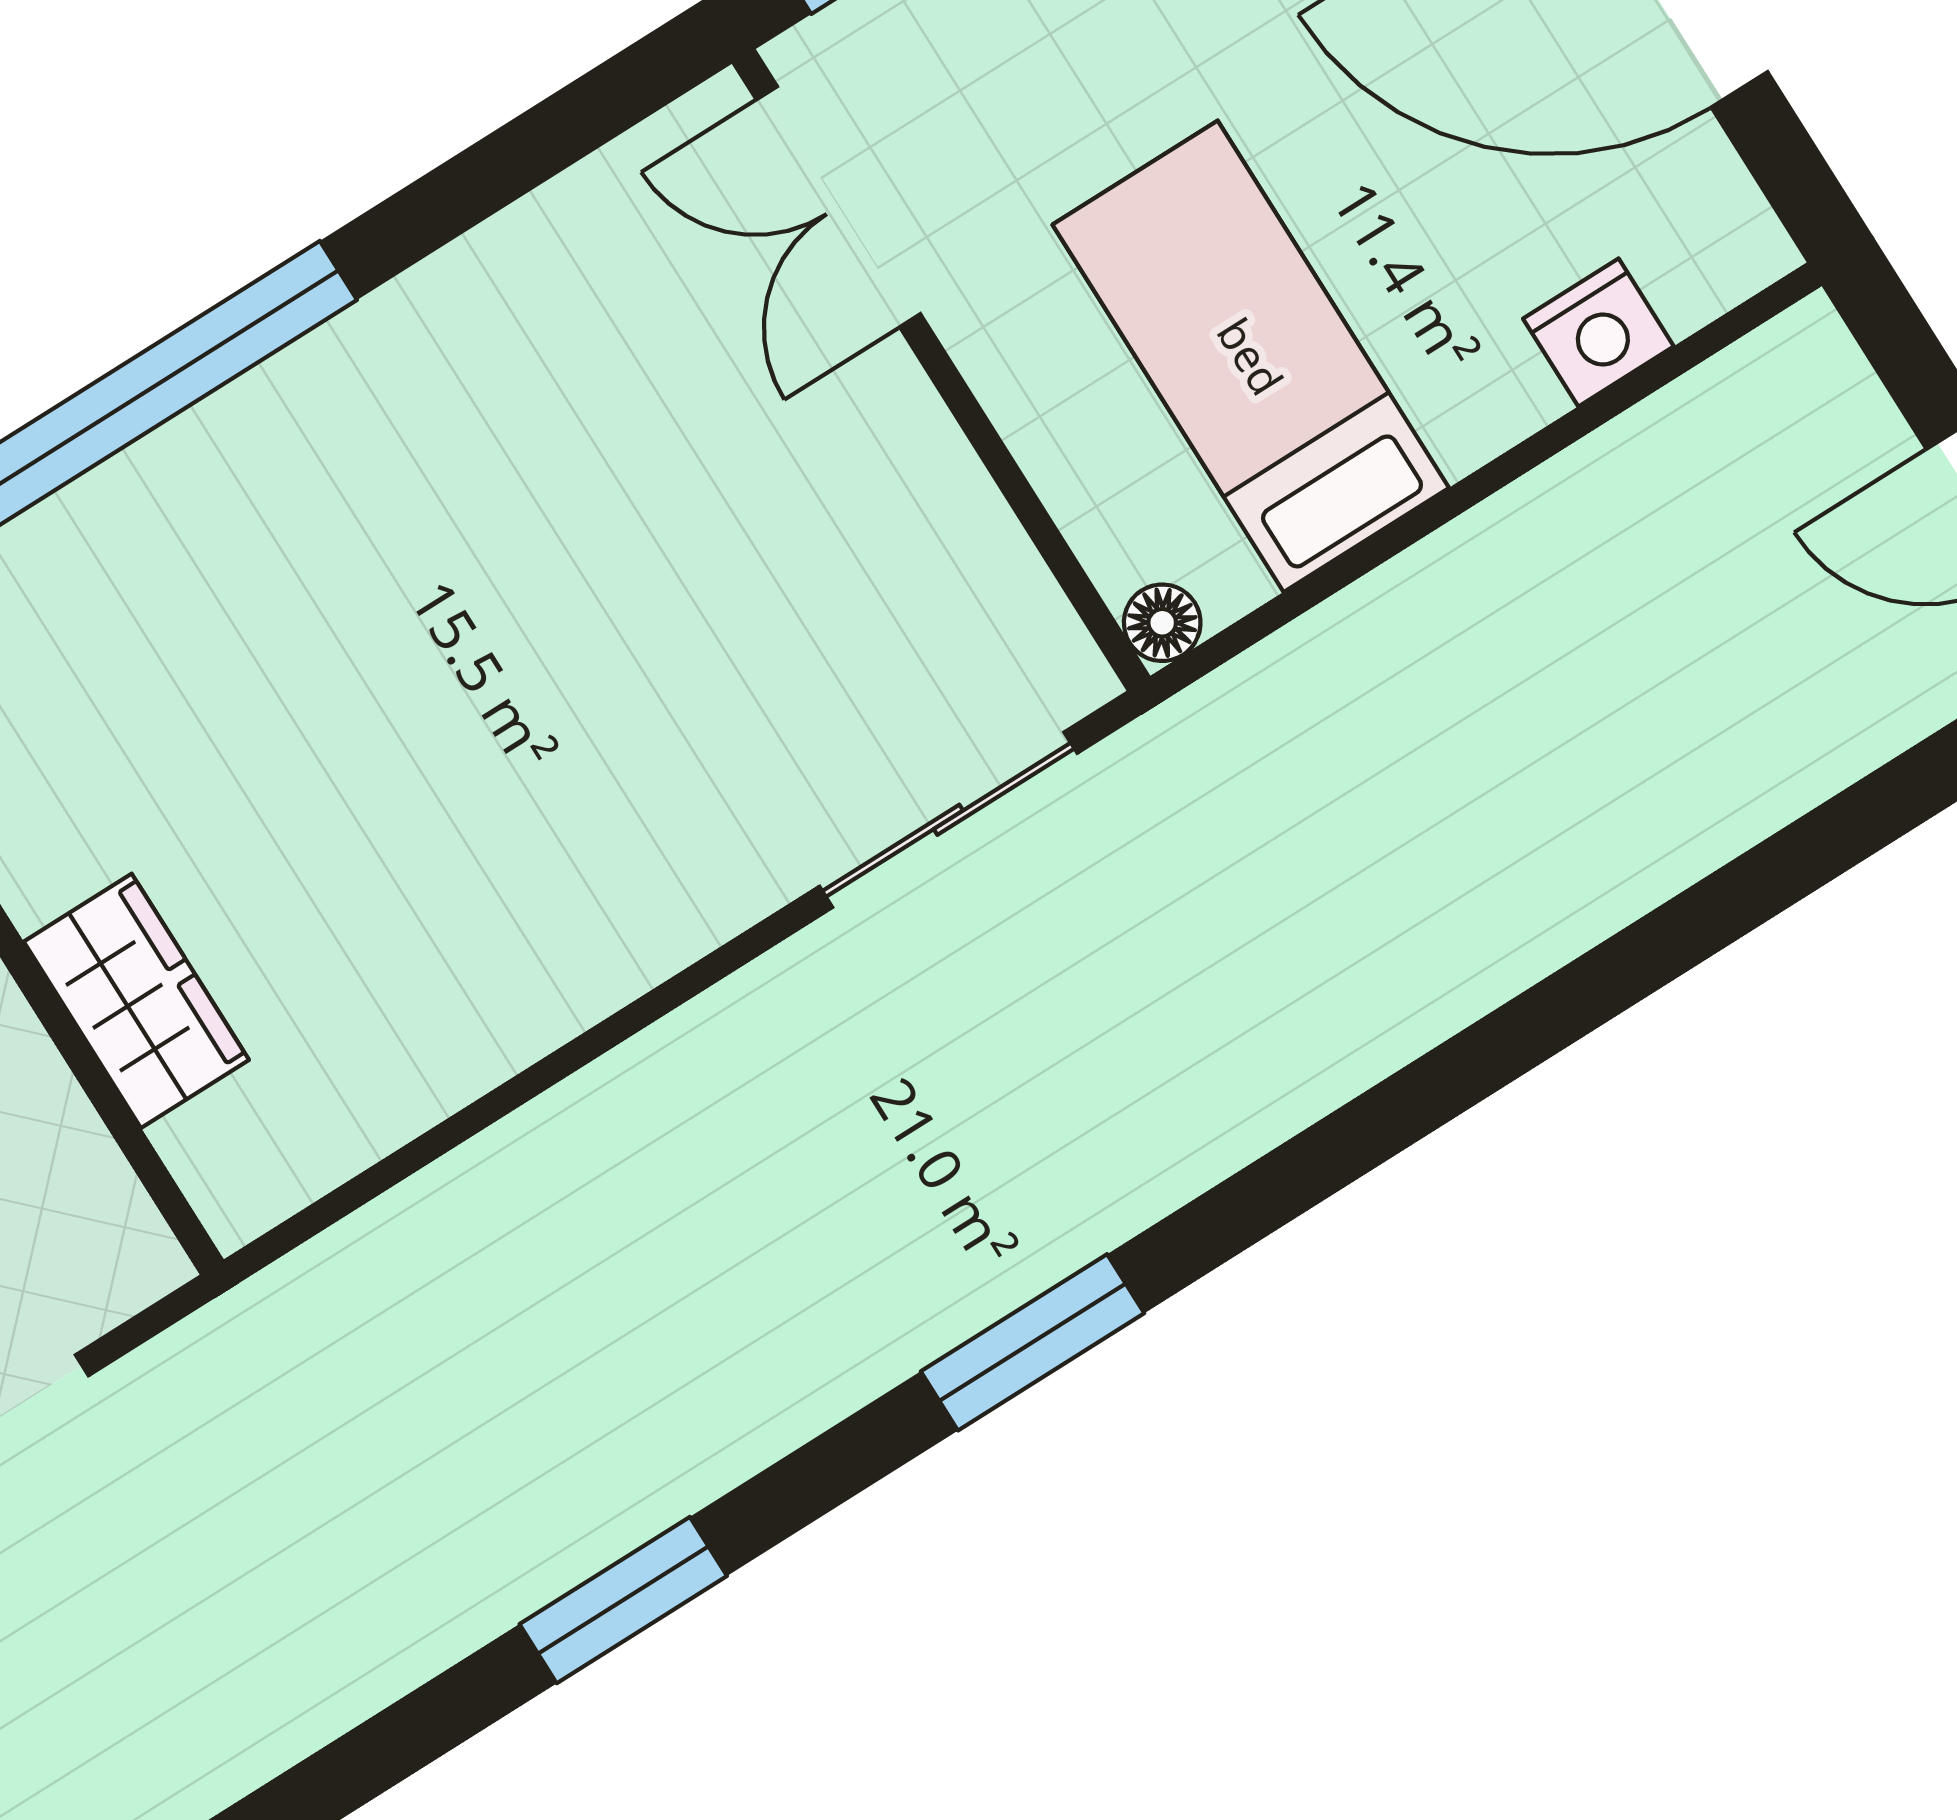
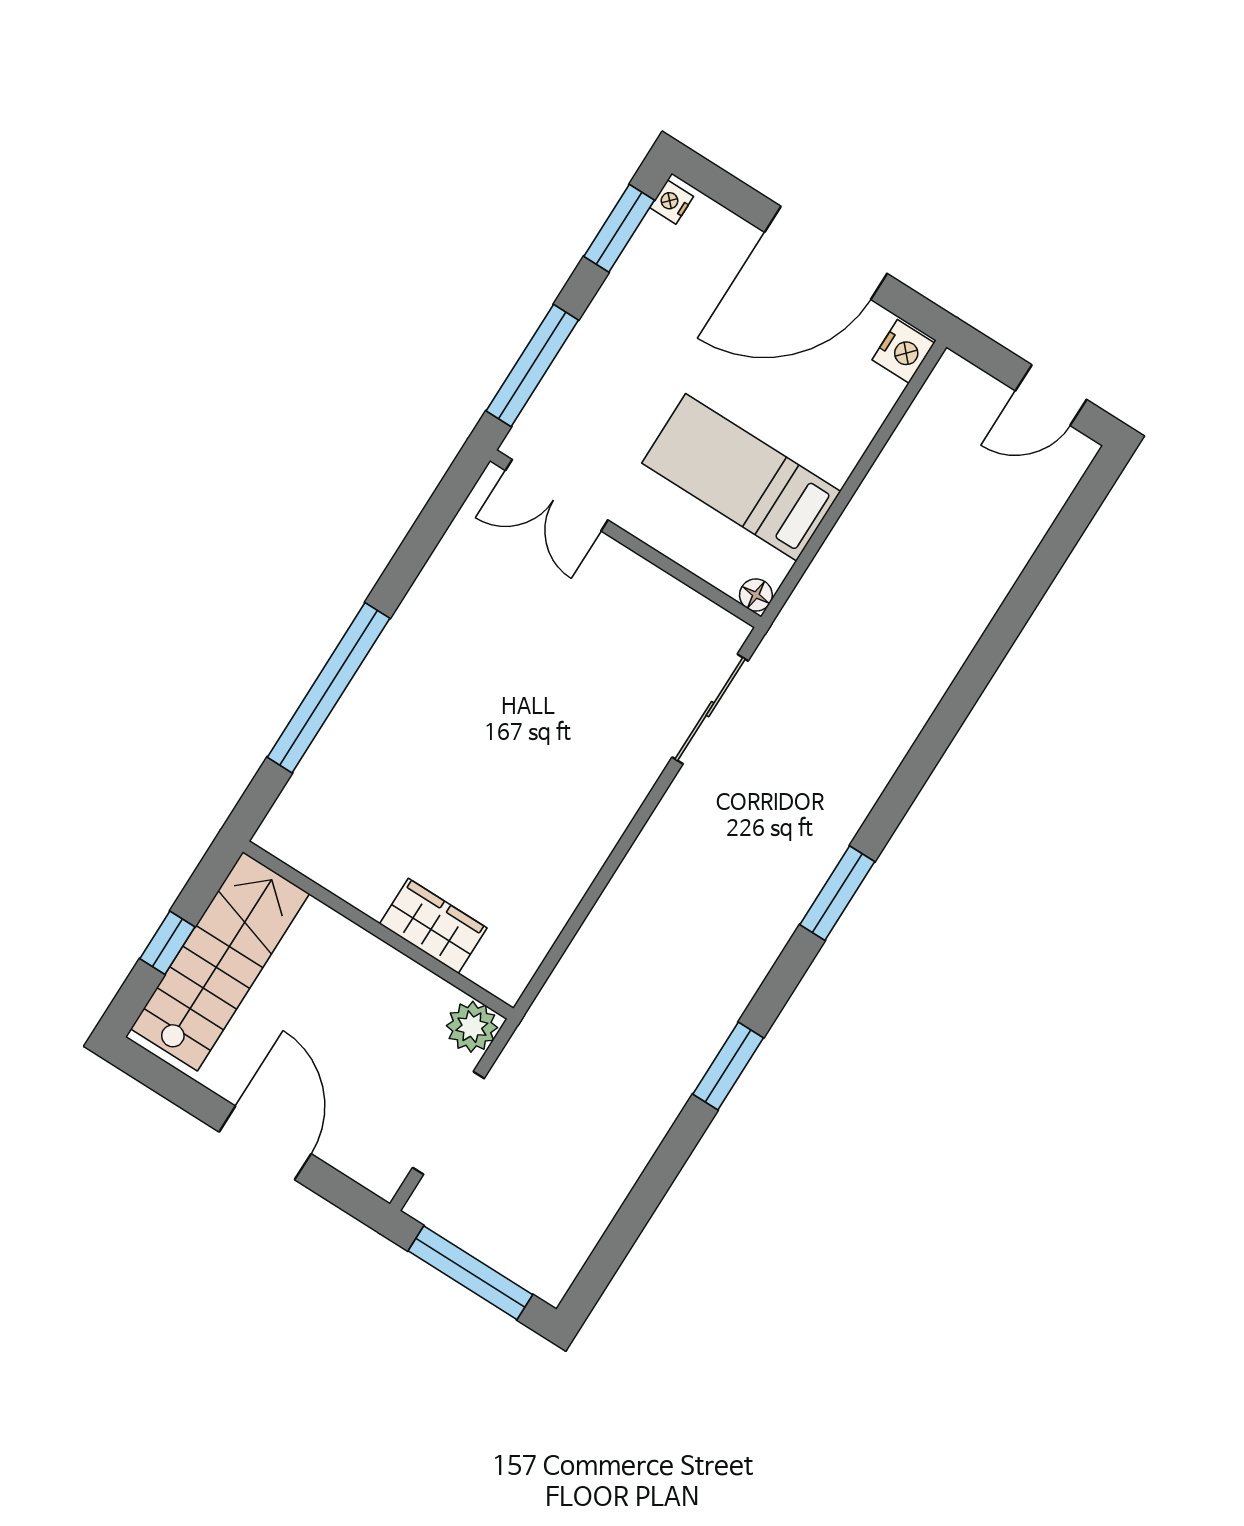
nightstand: (1598, 332) -> (903, 351), moved
plant: (116, 1255) -> (472, 1027), added

